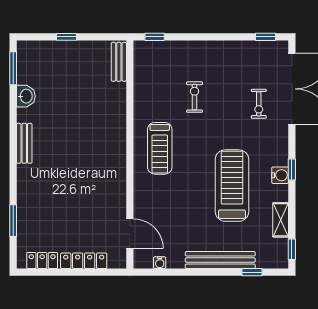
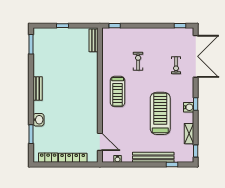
washbasin: (26, 96) -> (38, 120), moved

